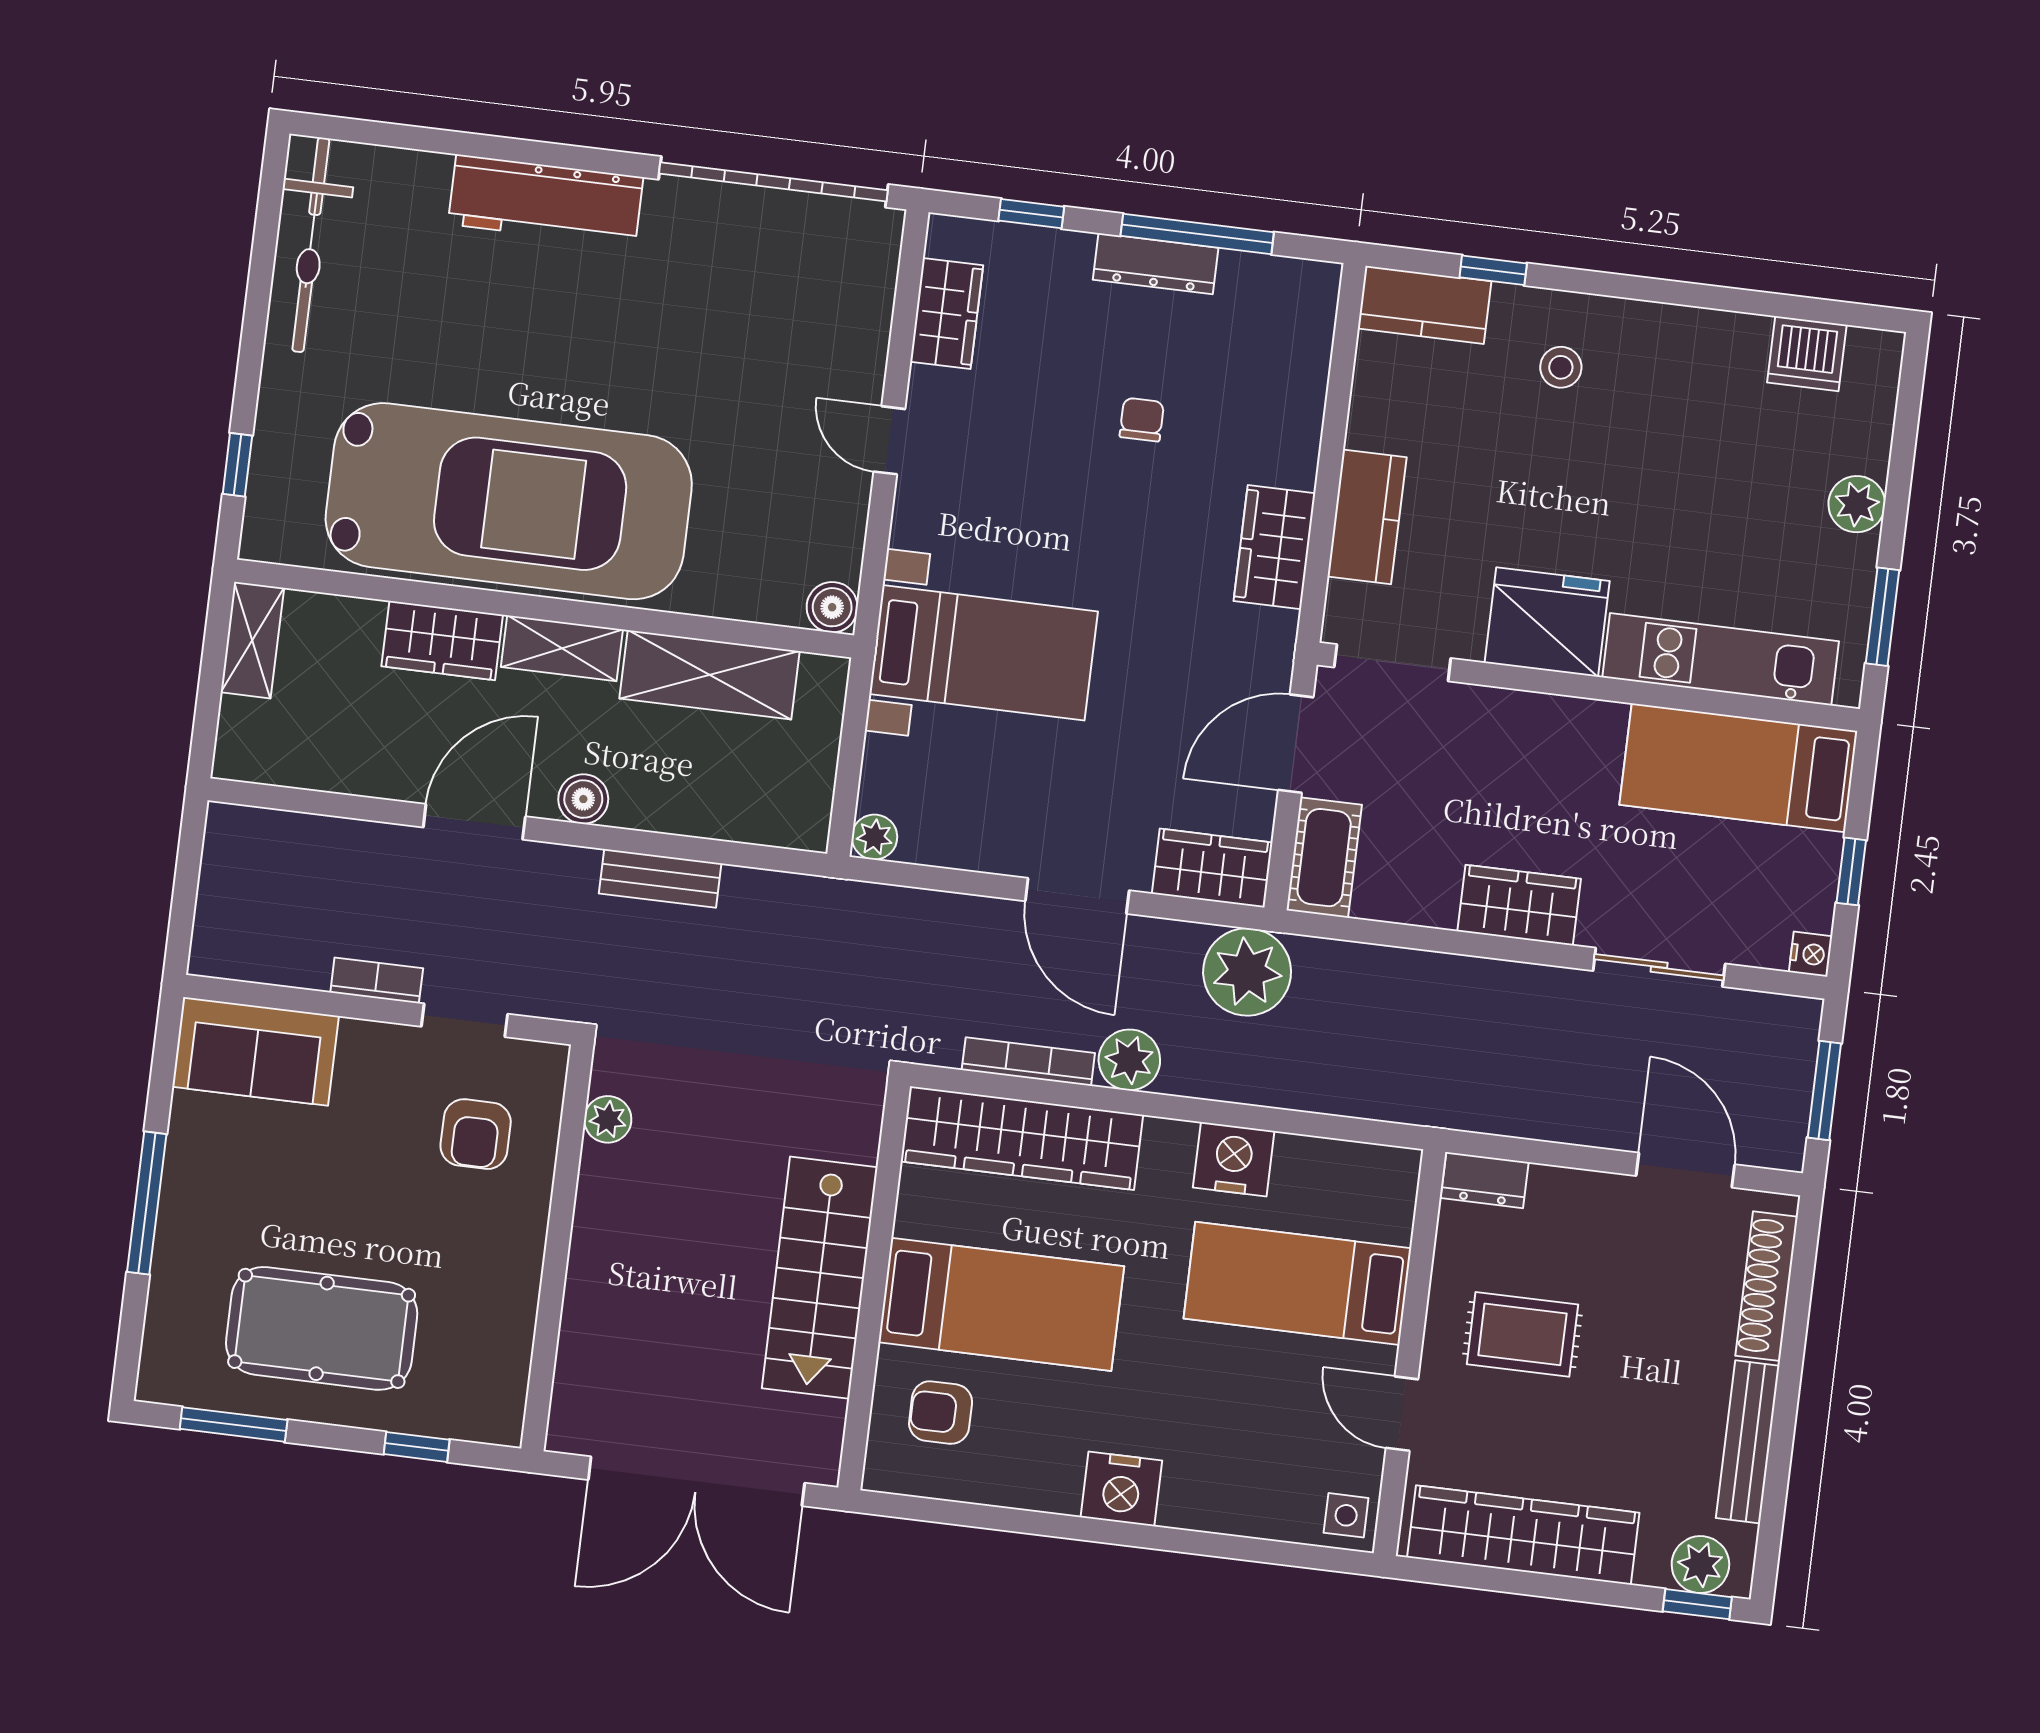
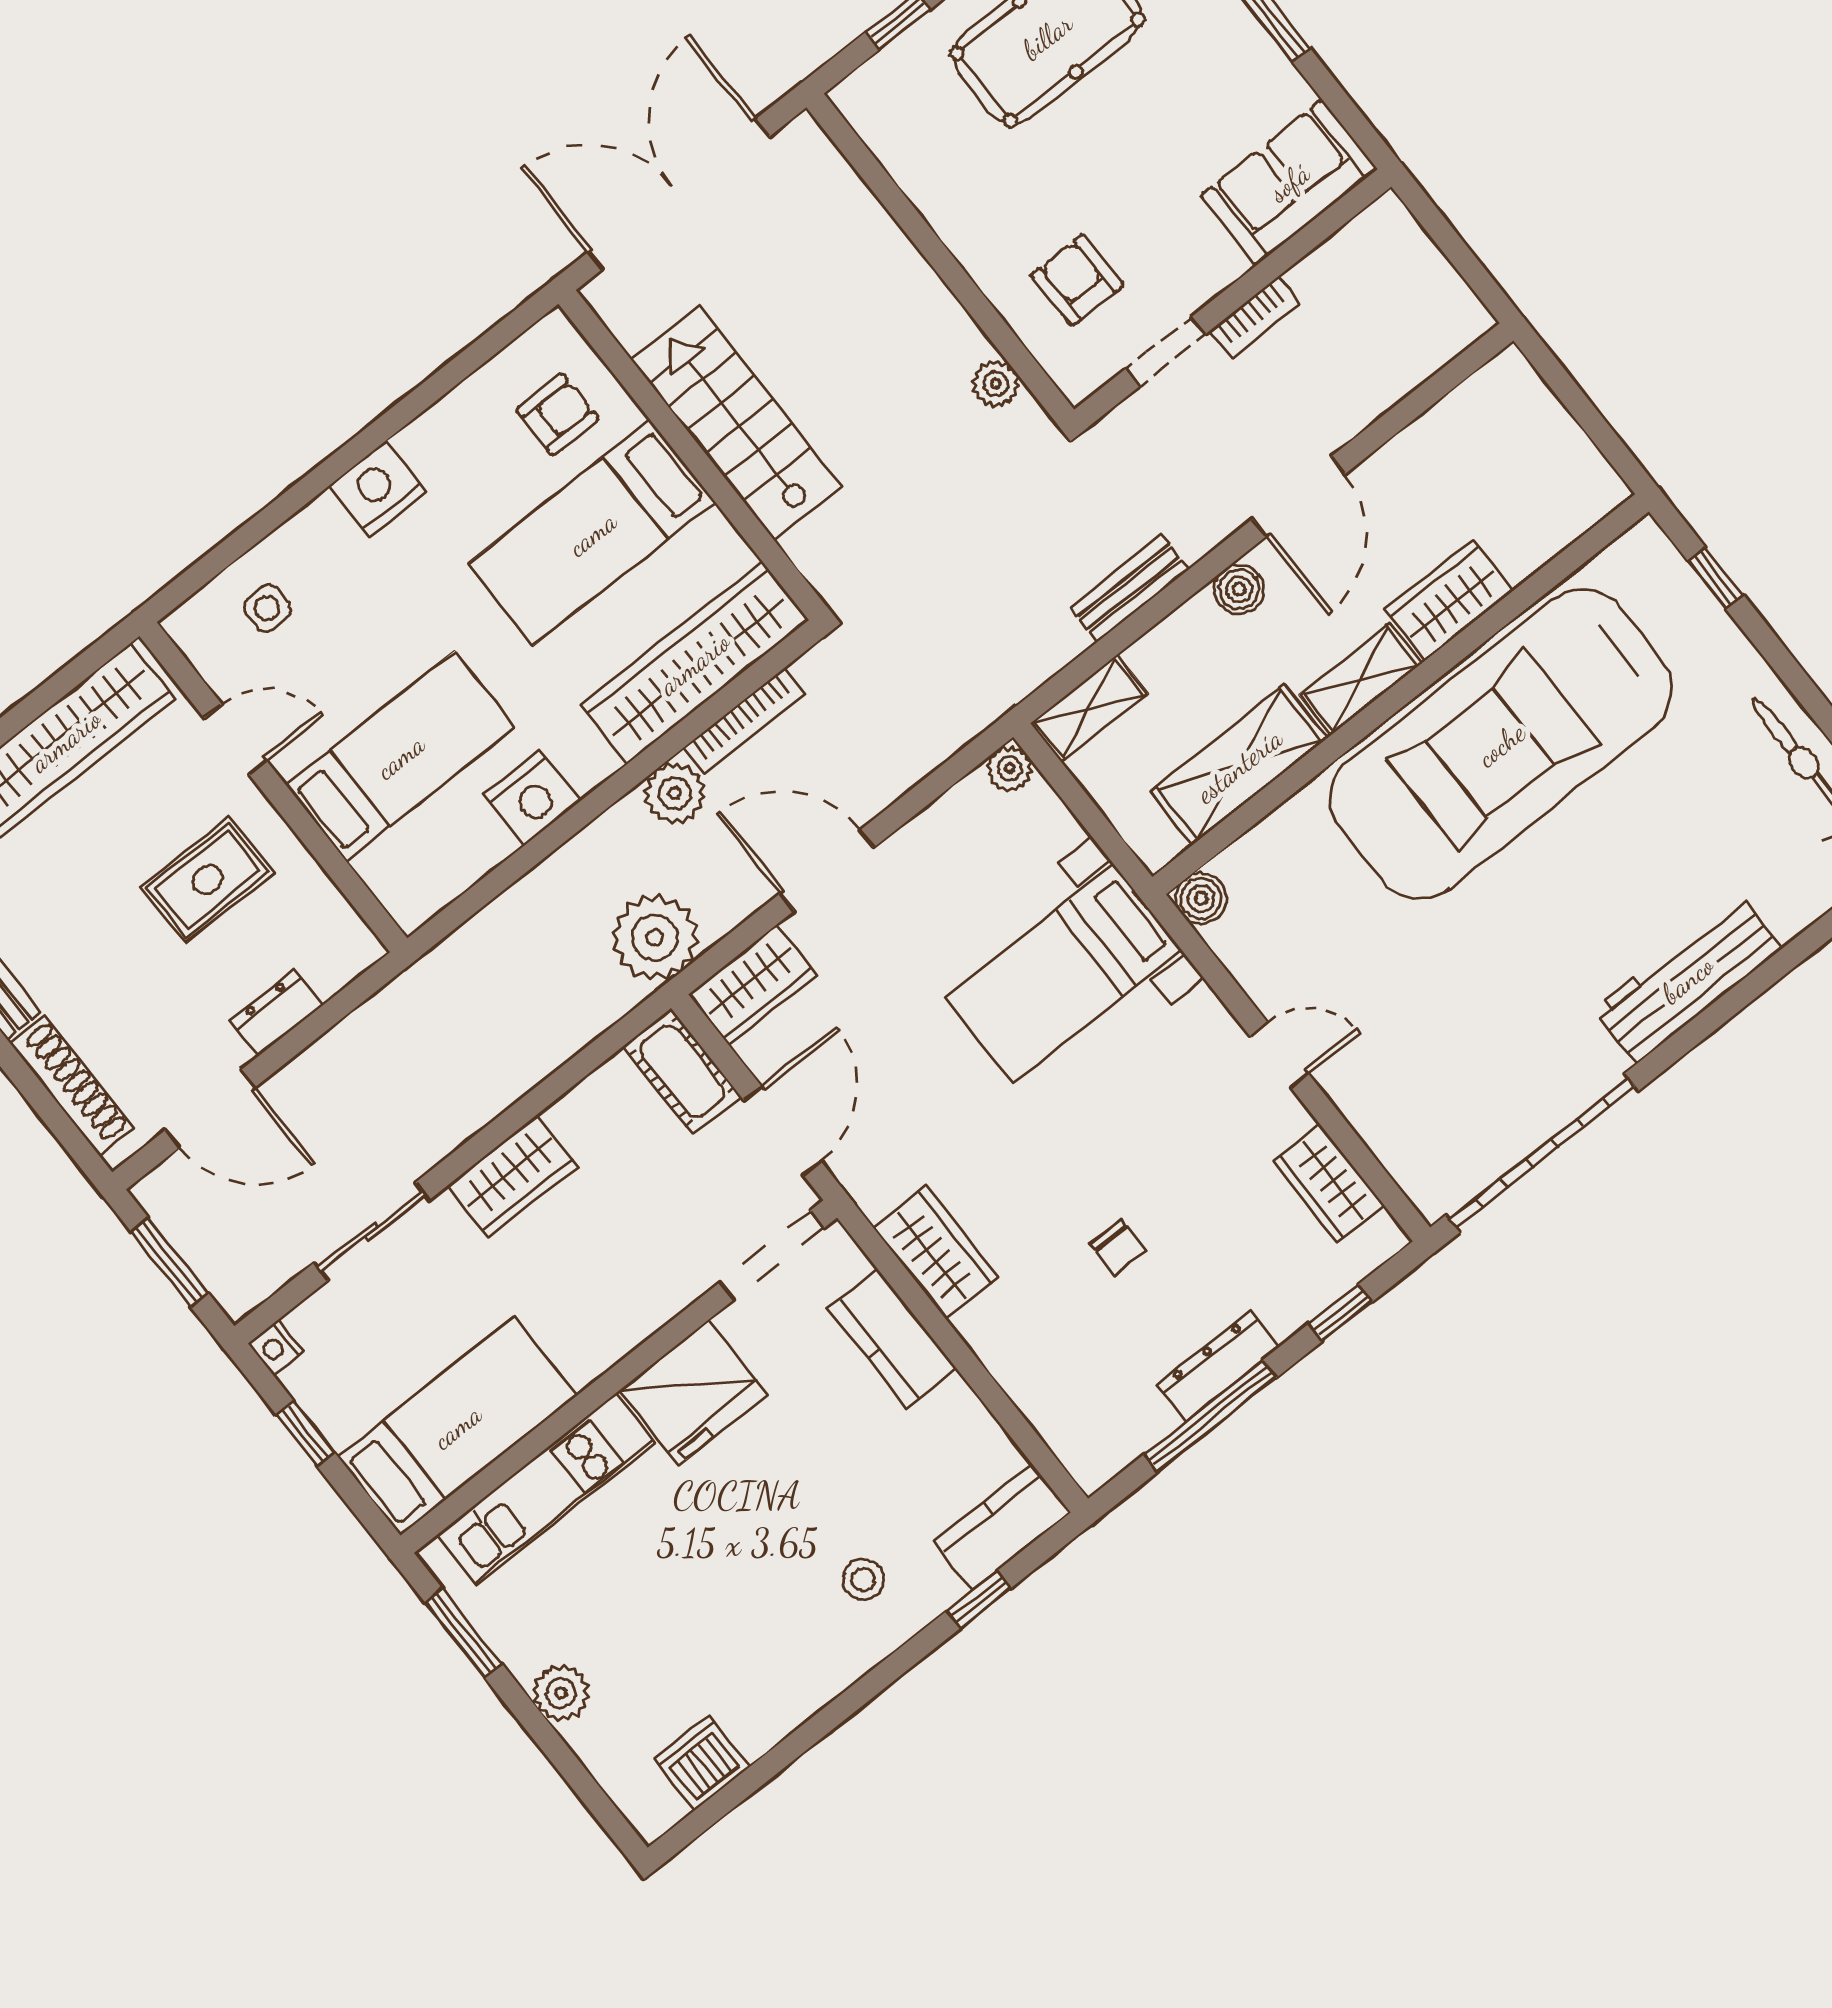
shelving: (252, 640) -> (1089, 708), moved, turned 90
dresser: (1485, 1180) -> (276, 1013), moved
side table: (1346, 1515) -> (267, 608), moved

